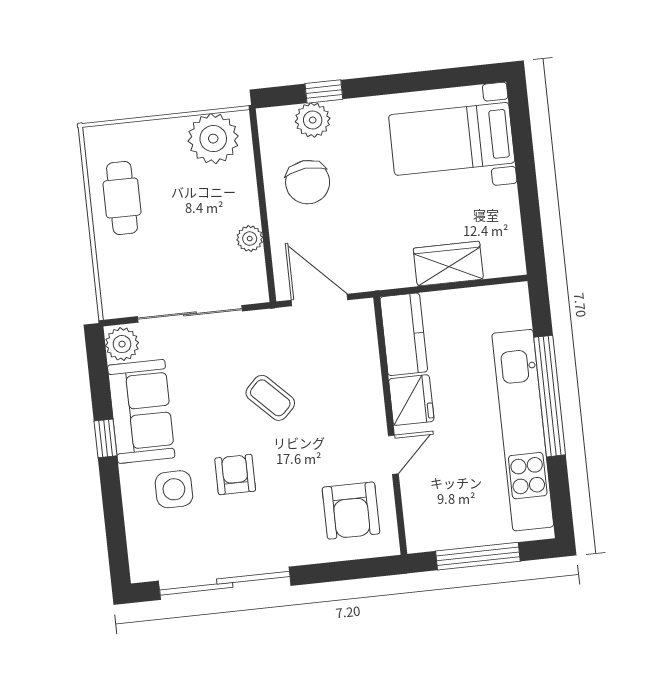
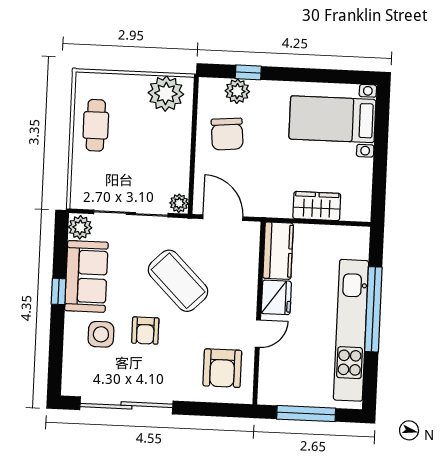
plant: (250, 239) -> (179, 203), moved
coffee table: (270, 398) -> (178, 281), width x1.86, depth x1.72
armchair: (235, 475) -> (145, 331), turned 180

